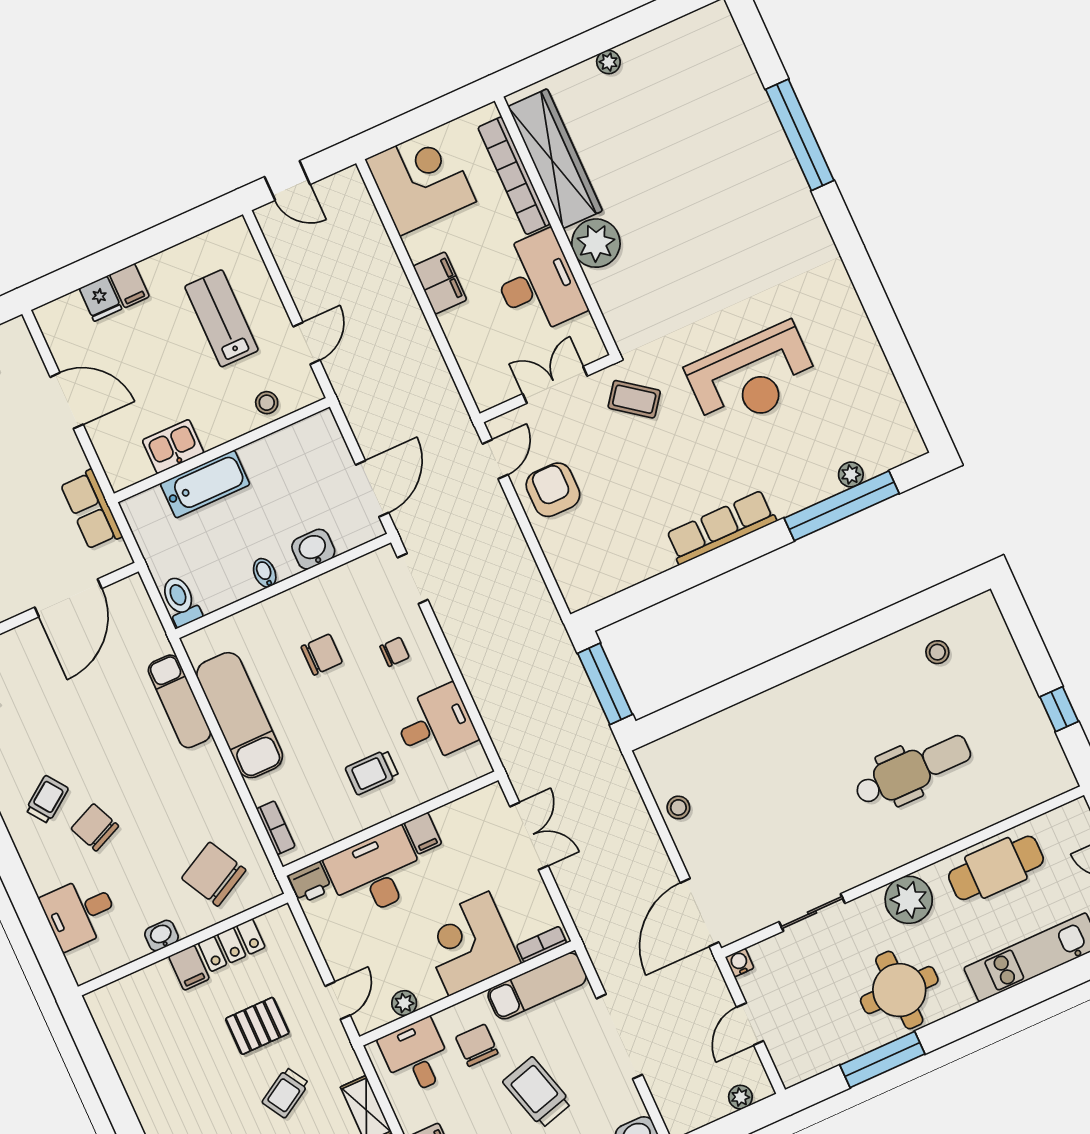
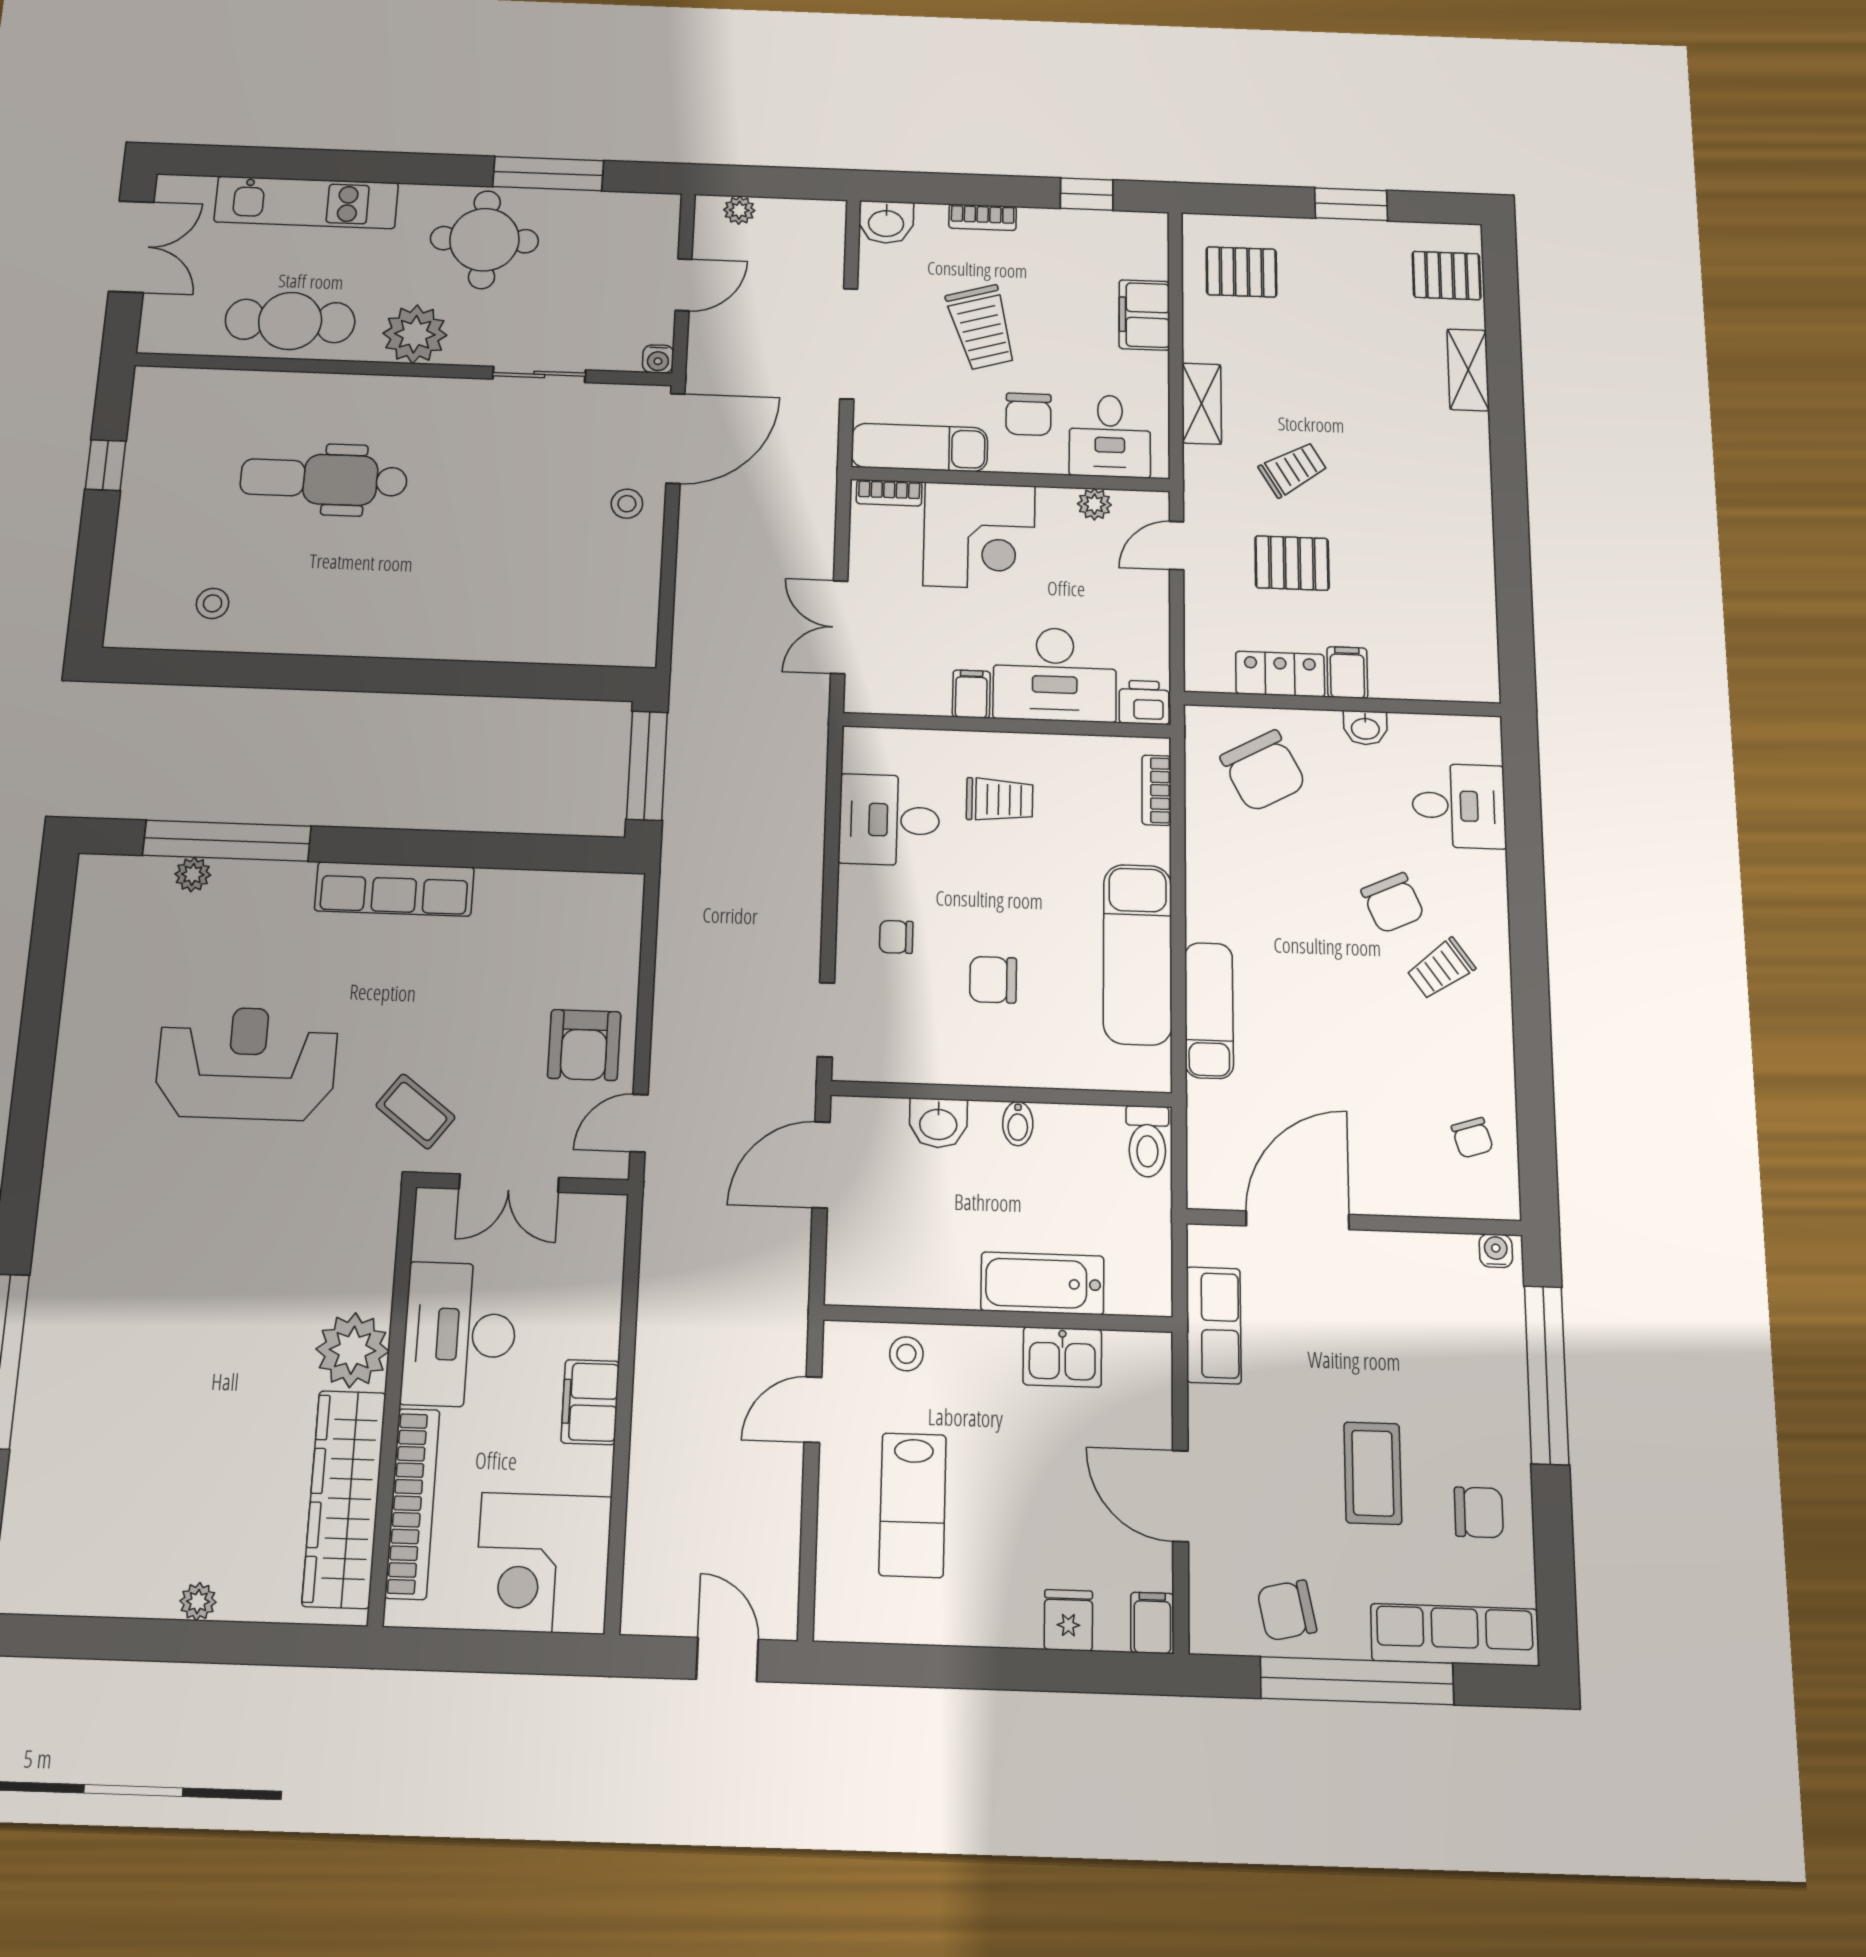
filing cabinet: (129, 286) -> (1152, 1623), moved
stool: (678, 807) -> (627, 504), moved

